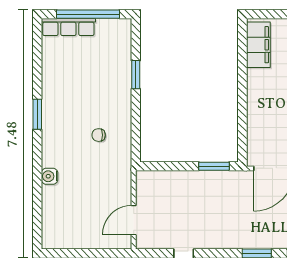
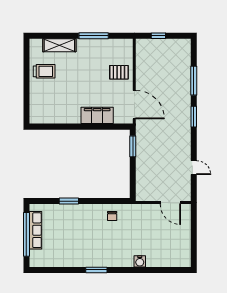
row of seats: (68, 27) -> (35, 230), moved
filing cabinet: (258, 45) -> (97, 115), moved
chair: (99, 135) -> (112, 216), moved

